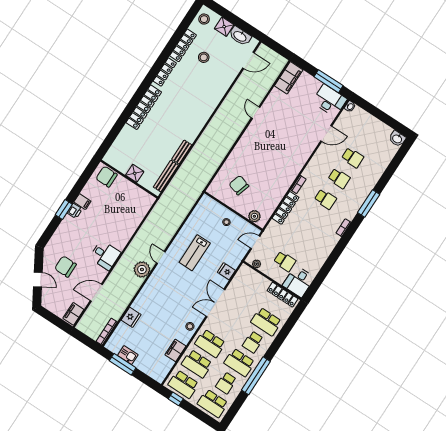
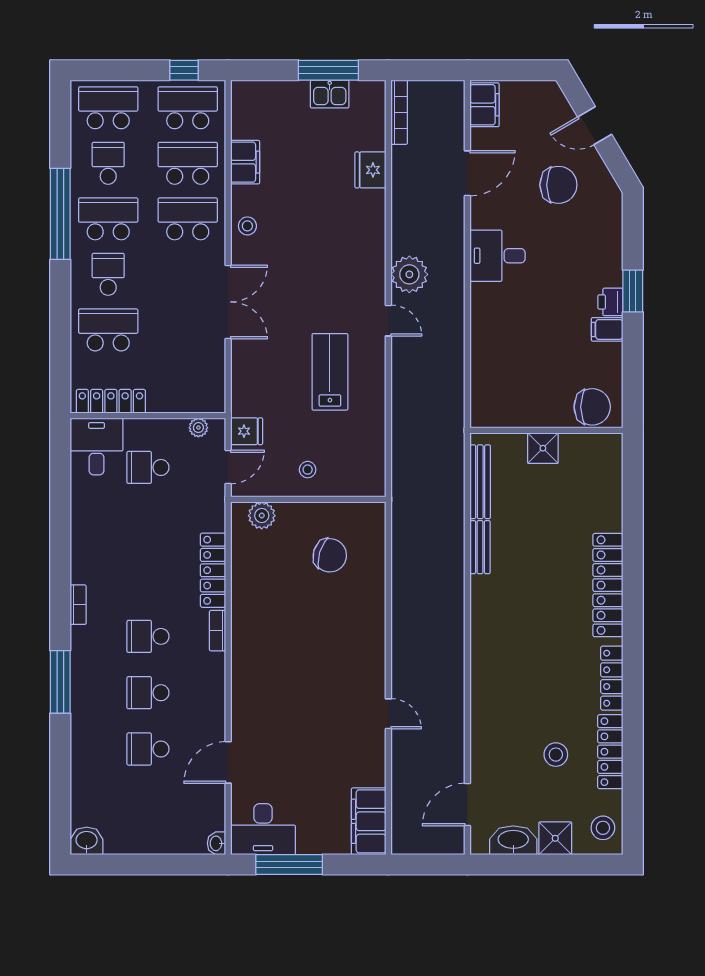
fridge: (226, 271) -> (247, 431), moved

